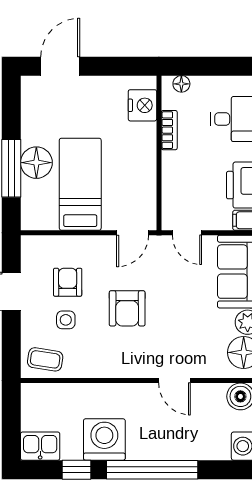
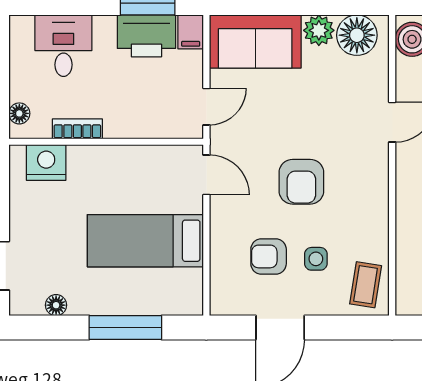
floor lamp: (36, 163) -> (56, 305), moved, width x0.53, depth x0.53
armchair: (127, 308) -> (301, 182), turned 90

